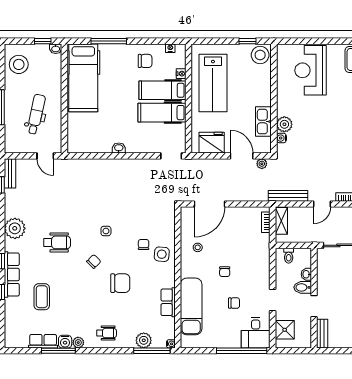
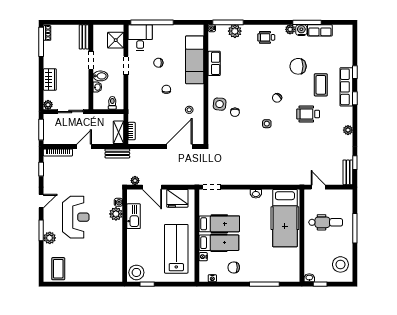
reception desk: (311, 70) -> (76, 217), moved
hospital bed: (83, 78) -> (285, 218), moved, turned 180
dental chair: (36, 114) -> (326, 222), turned -102
bench: (288, 196) -> (117, 153), width x0.73
plant: (15, 228) -> (348, 130), width x0.53, depth x0.53
chair: (120, 283) -> (298, 66), moved
coffee table: (42, 297) -> (321, 85), moved

